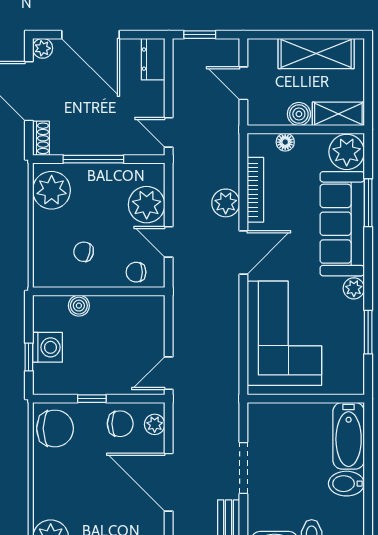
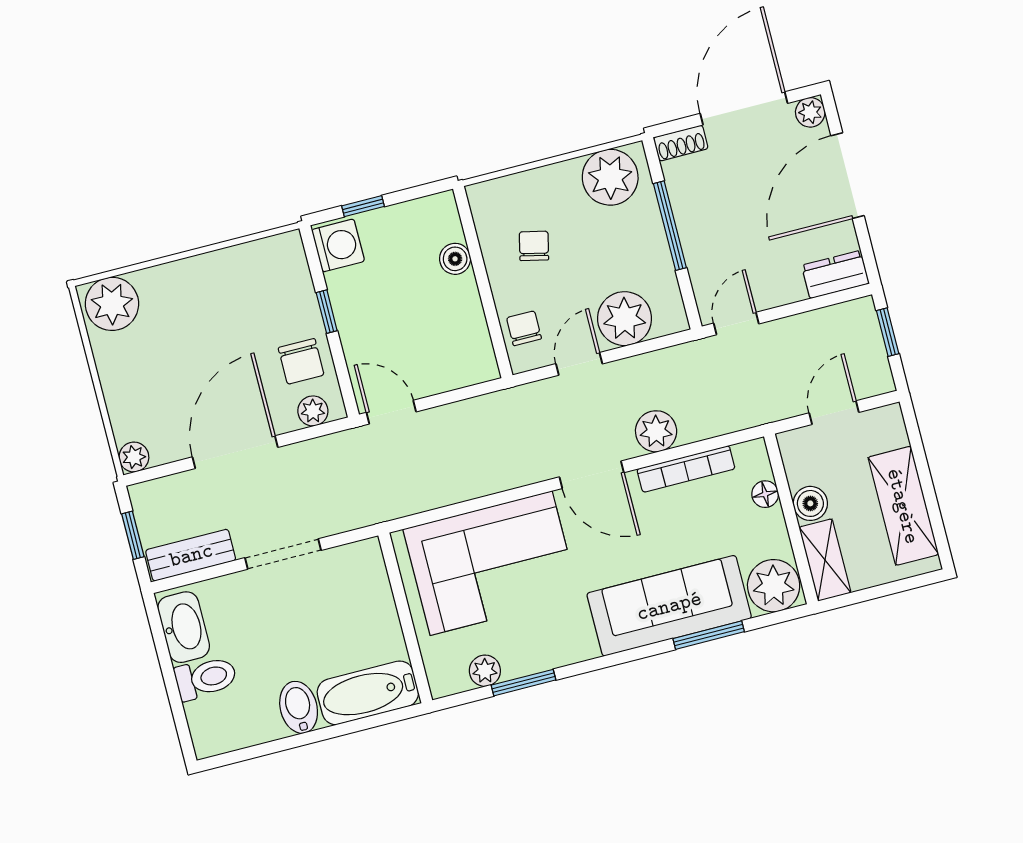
plant: (354, 288) -> (485, 671), moved
washing machine: (48, 347) -> (338, 245), moved, turned -90
chair: (55, 428) -> (270, 270), removed

